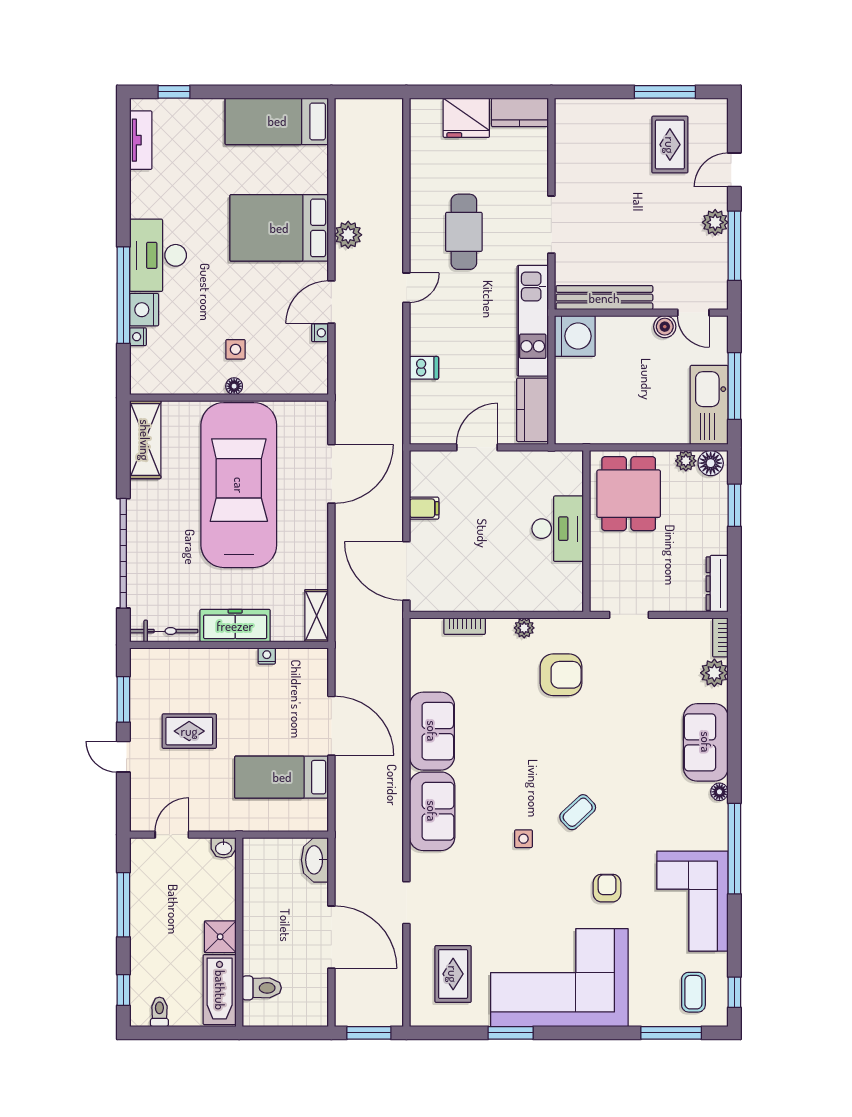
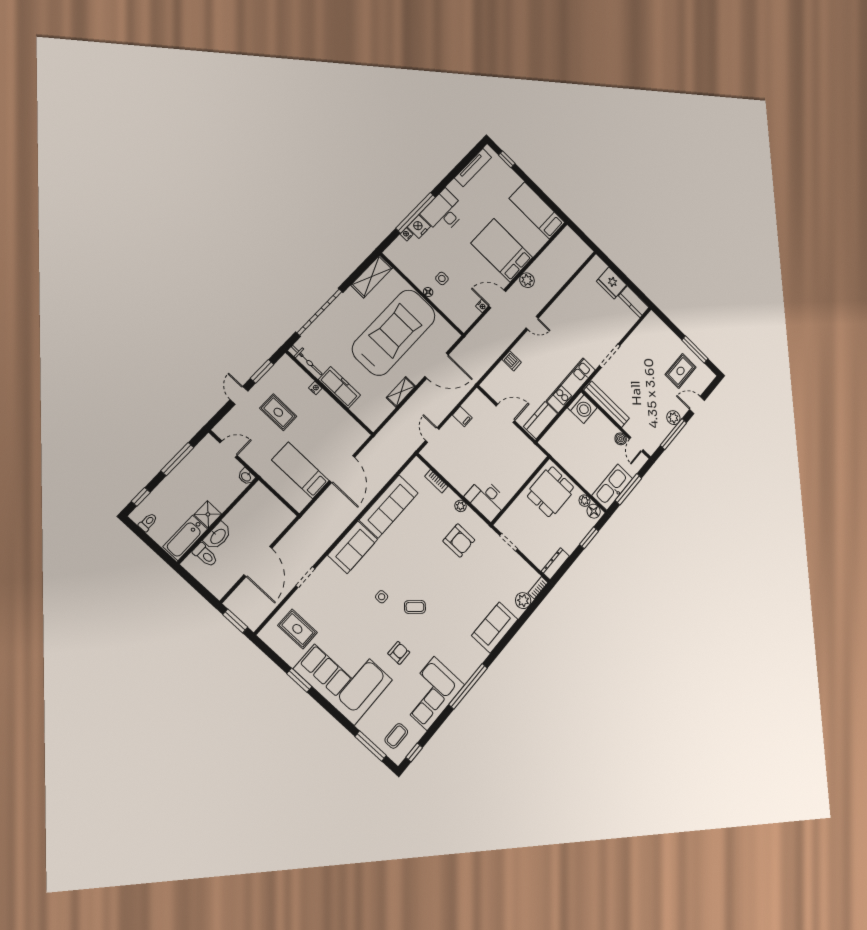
tv unit: (141, 140) -> (473, 168), width x1.41
cafe table: (464, 232) -> (573, 324), removed
desk: (558, 529) -> (486, 499), moved, turned 90
door: (406, 571) -> (432, 435), width x0.53
shelving: (317, 616) -> (401, 392), moved
nightstand: (267, 656) -> (315, 388), moved
sofa: (432, 731) -> (389, 506), width x1.36
floor lamp: (719, 792) -> (483, 655), removed
washbasin: (315, 860) -> (218, 536), moved, turned 180
rug: (453, 974) -> (297, 629), turned 90

